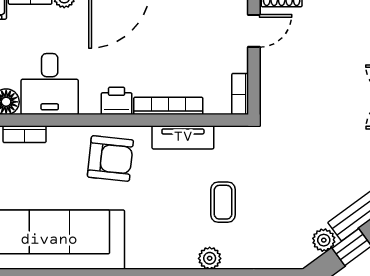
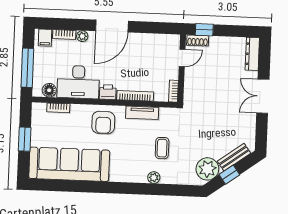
desk: (50, 84) -> (78, 82), width x1.37
armchair: (110, 159) -> (103, 123), turned 84
plant: (324, 240) -> (207, 169), width x1.88, depth x1.88

